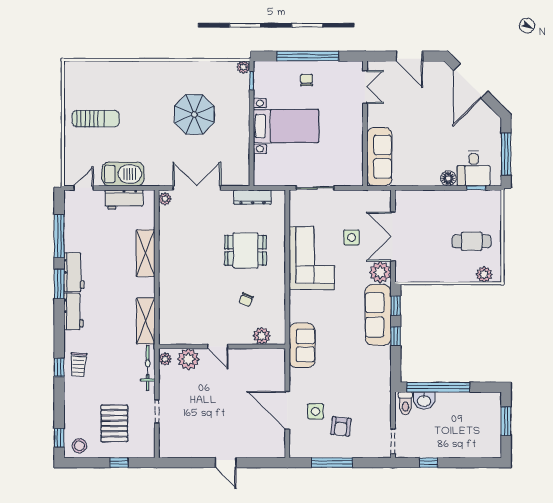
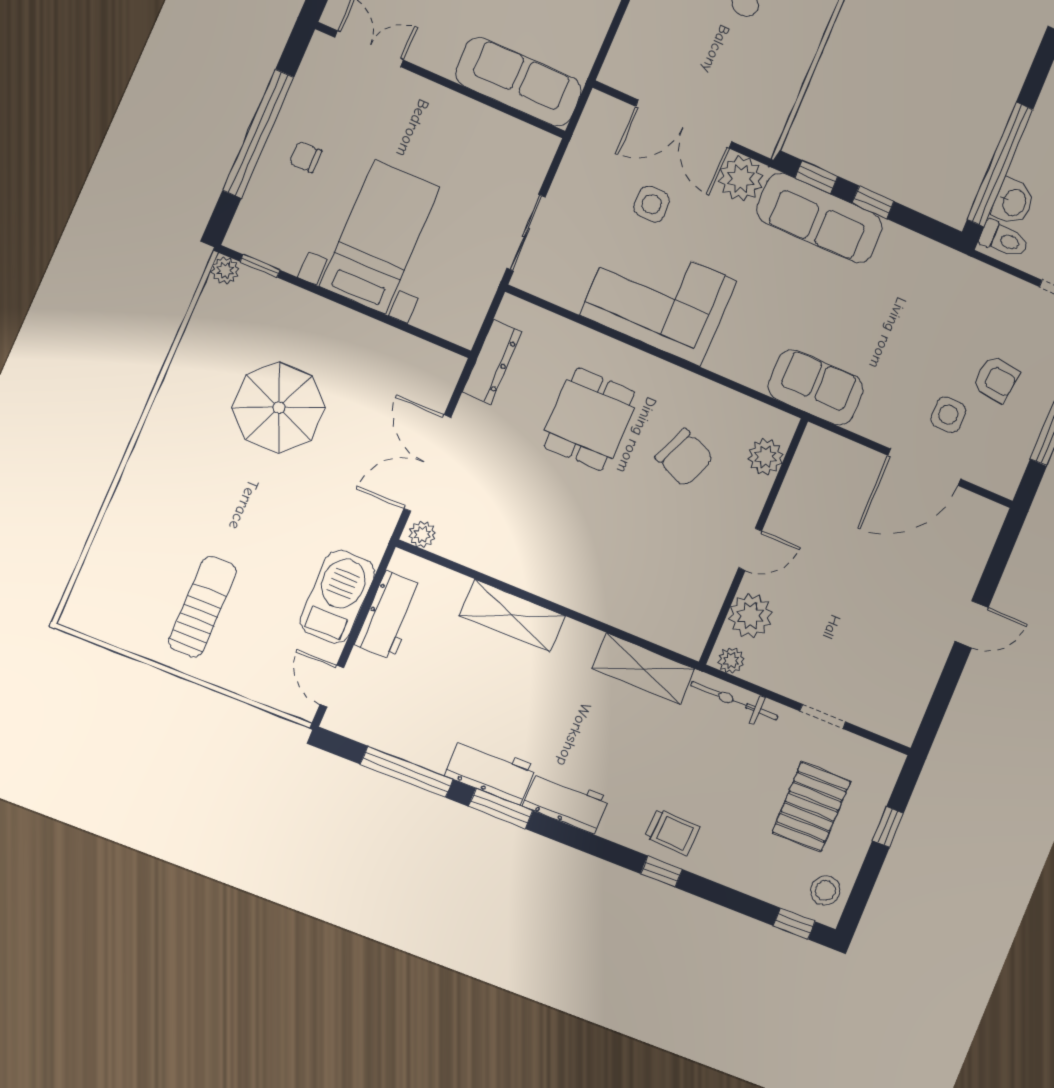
chair: (246, 300) -> (684, 458), width x1.87, depth x1.87
pallet: (114, 423) -> (811, 807), turned 90

